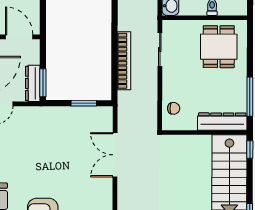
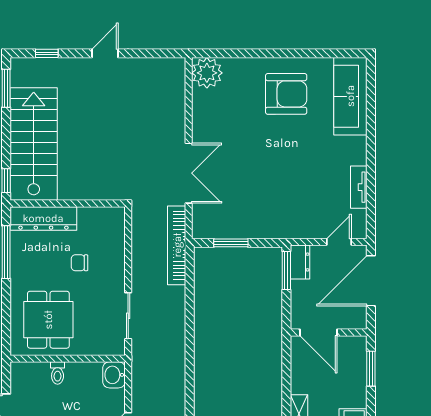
bookcase: (124, 61) -> (177, 245), moved
dresser: (33, 83) -> (300, 262), width x0.70
chair: (174, 108) -> (80, 263), moved

